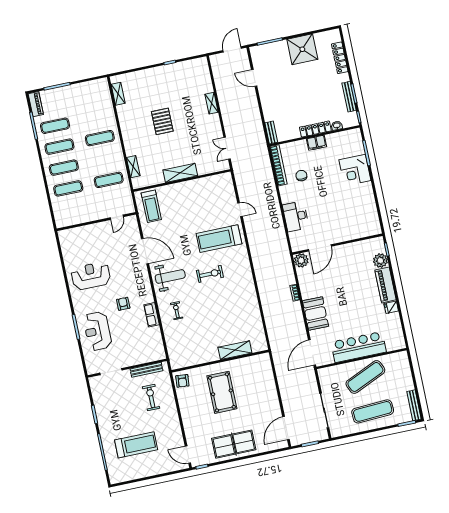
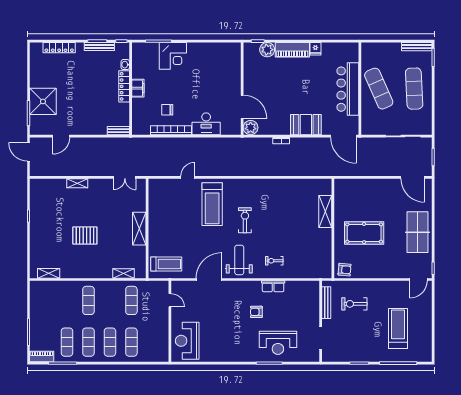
shower: (302, 49) -> (43, 101), moved
bookcase: (279, 165) -> (171, 130), moved
reception desk: (91, 276) -> (187, 341), moved

